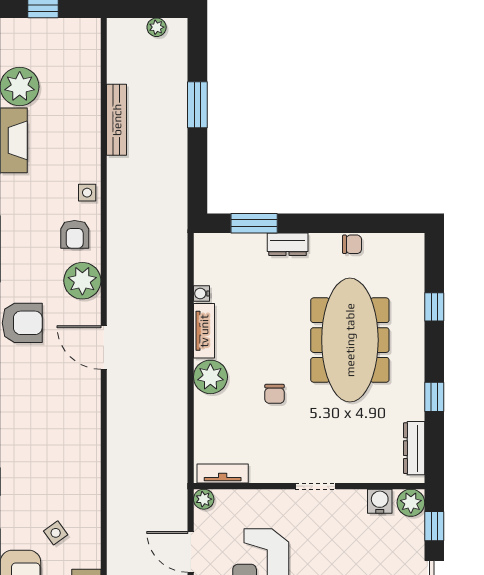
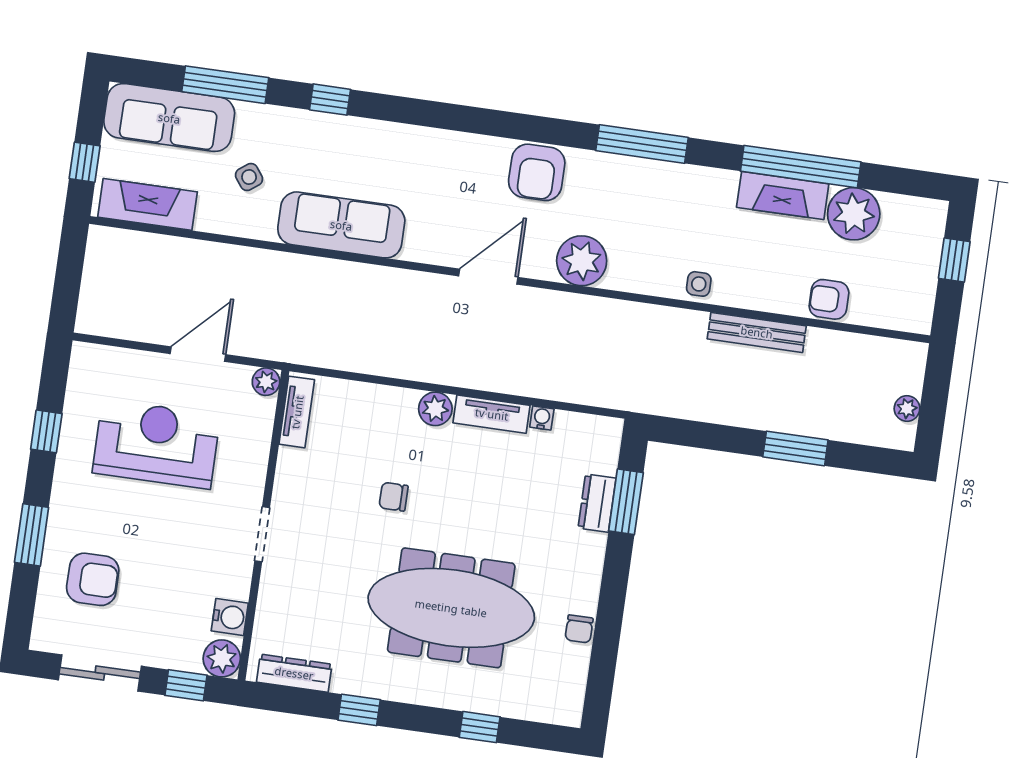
bench: (117, 120) -> (757, 332), moved
armchair: (75, 234) -> (829, 299), moved
dresser: (288, 244) -> (597, 503), moved
plant: (210, 377) -> (435, 409), width x0.73, depth x0.73
sofa: (81, 460) -> (341, 225), added

